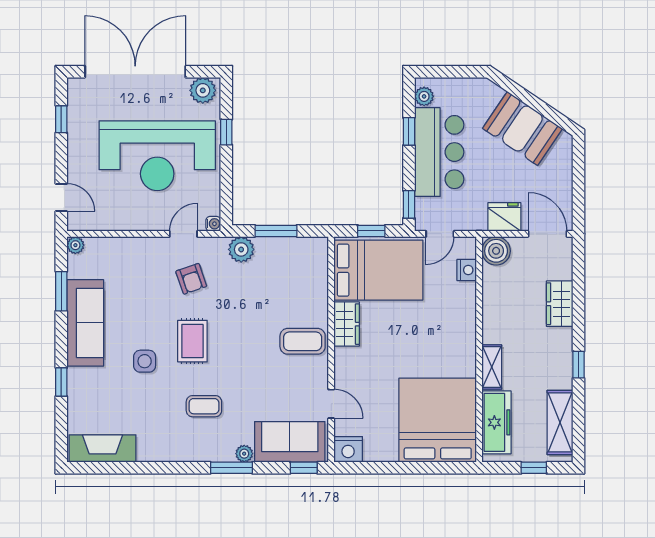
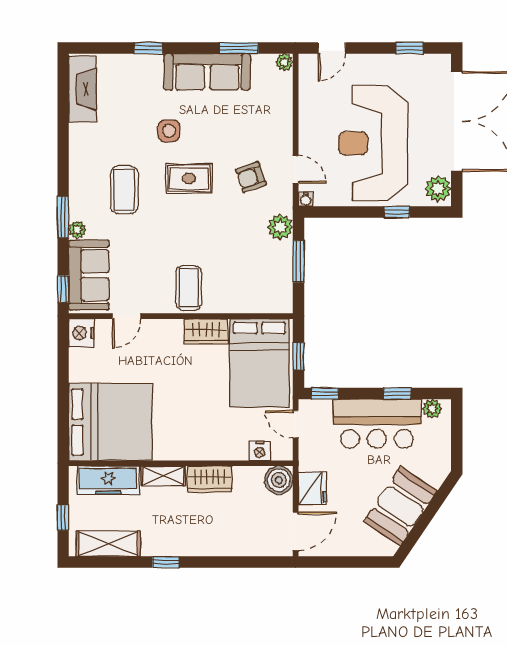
wardrobe: (560, 304) -> (210, 479), moved, turned 180
coffee table: (204, 406) -> (124, 190), width x1.36, depth x1.30

